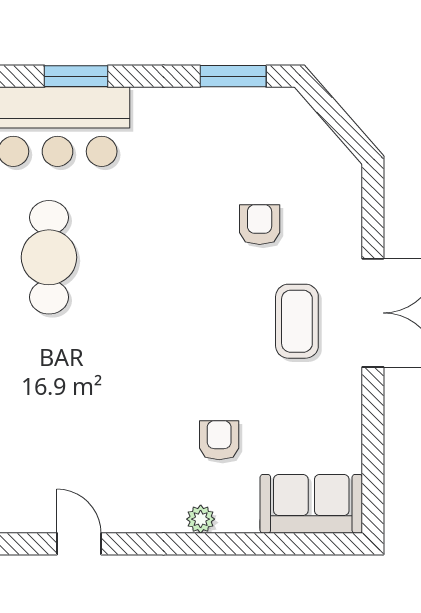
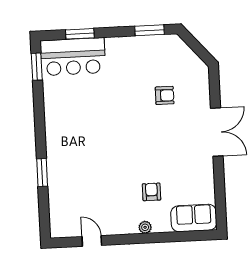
armchair: (260, 225) -> (165, 95), turned 90
cafe table: (49, 257) -> (72, 115), removed
coffee table: (297, 321) -> (183, 137), removed

